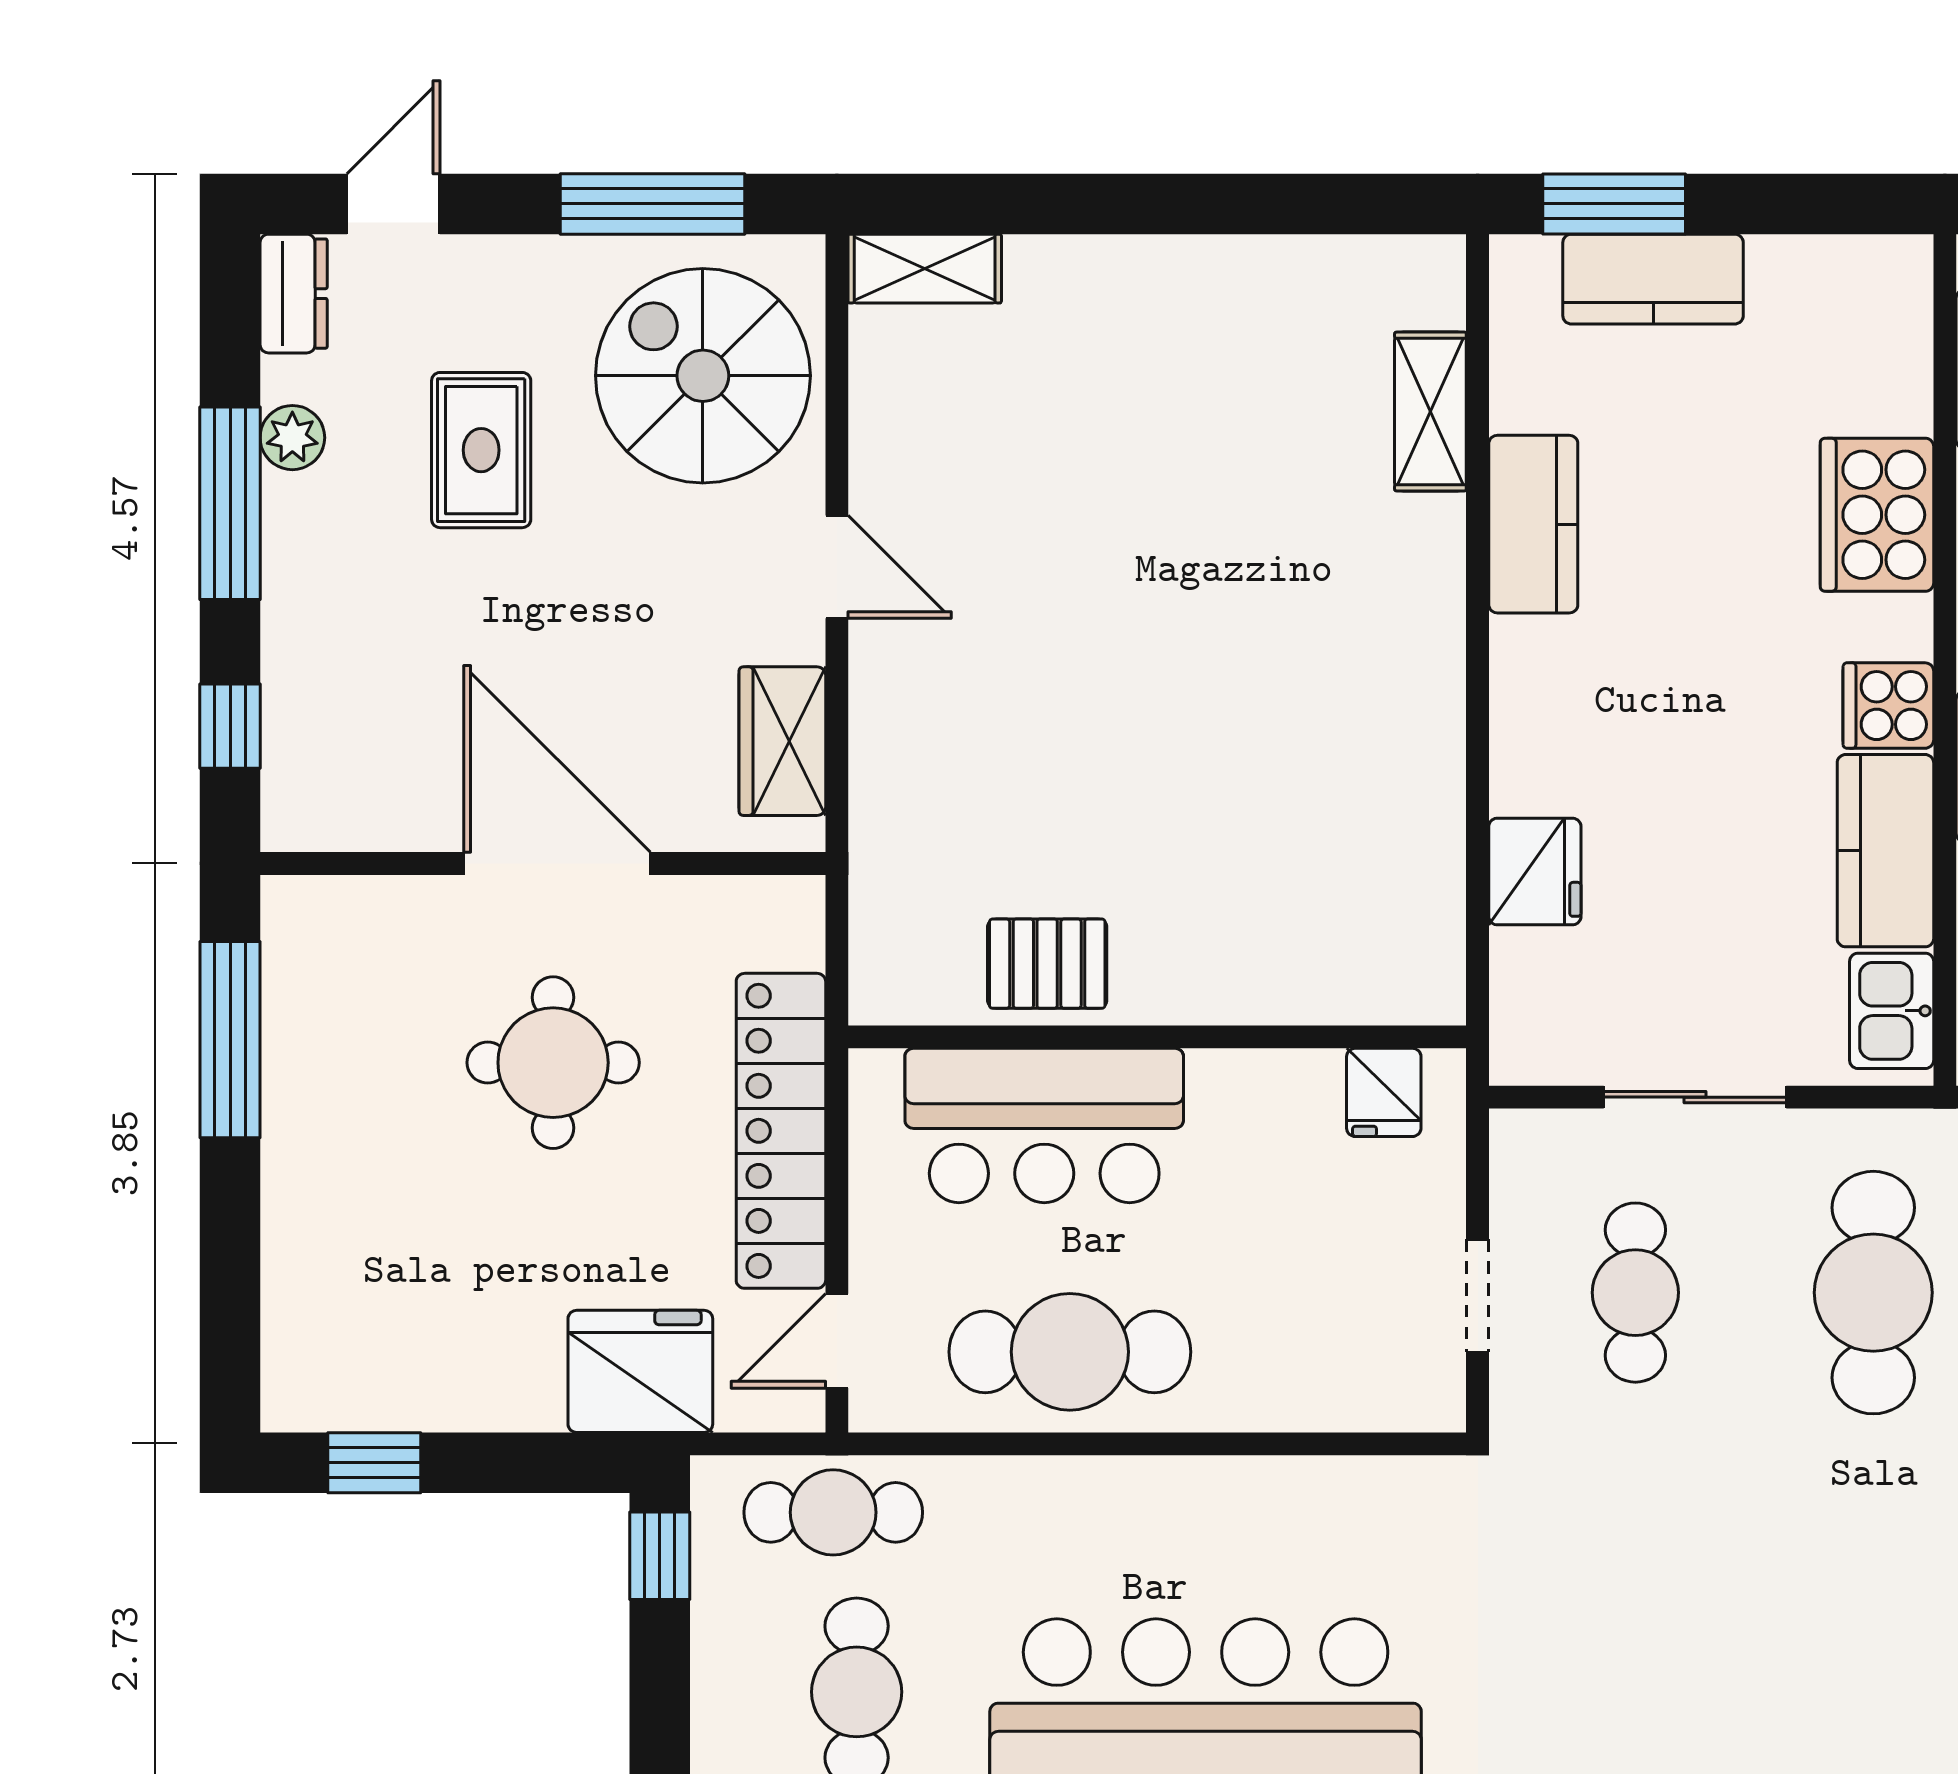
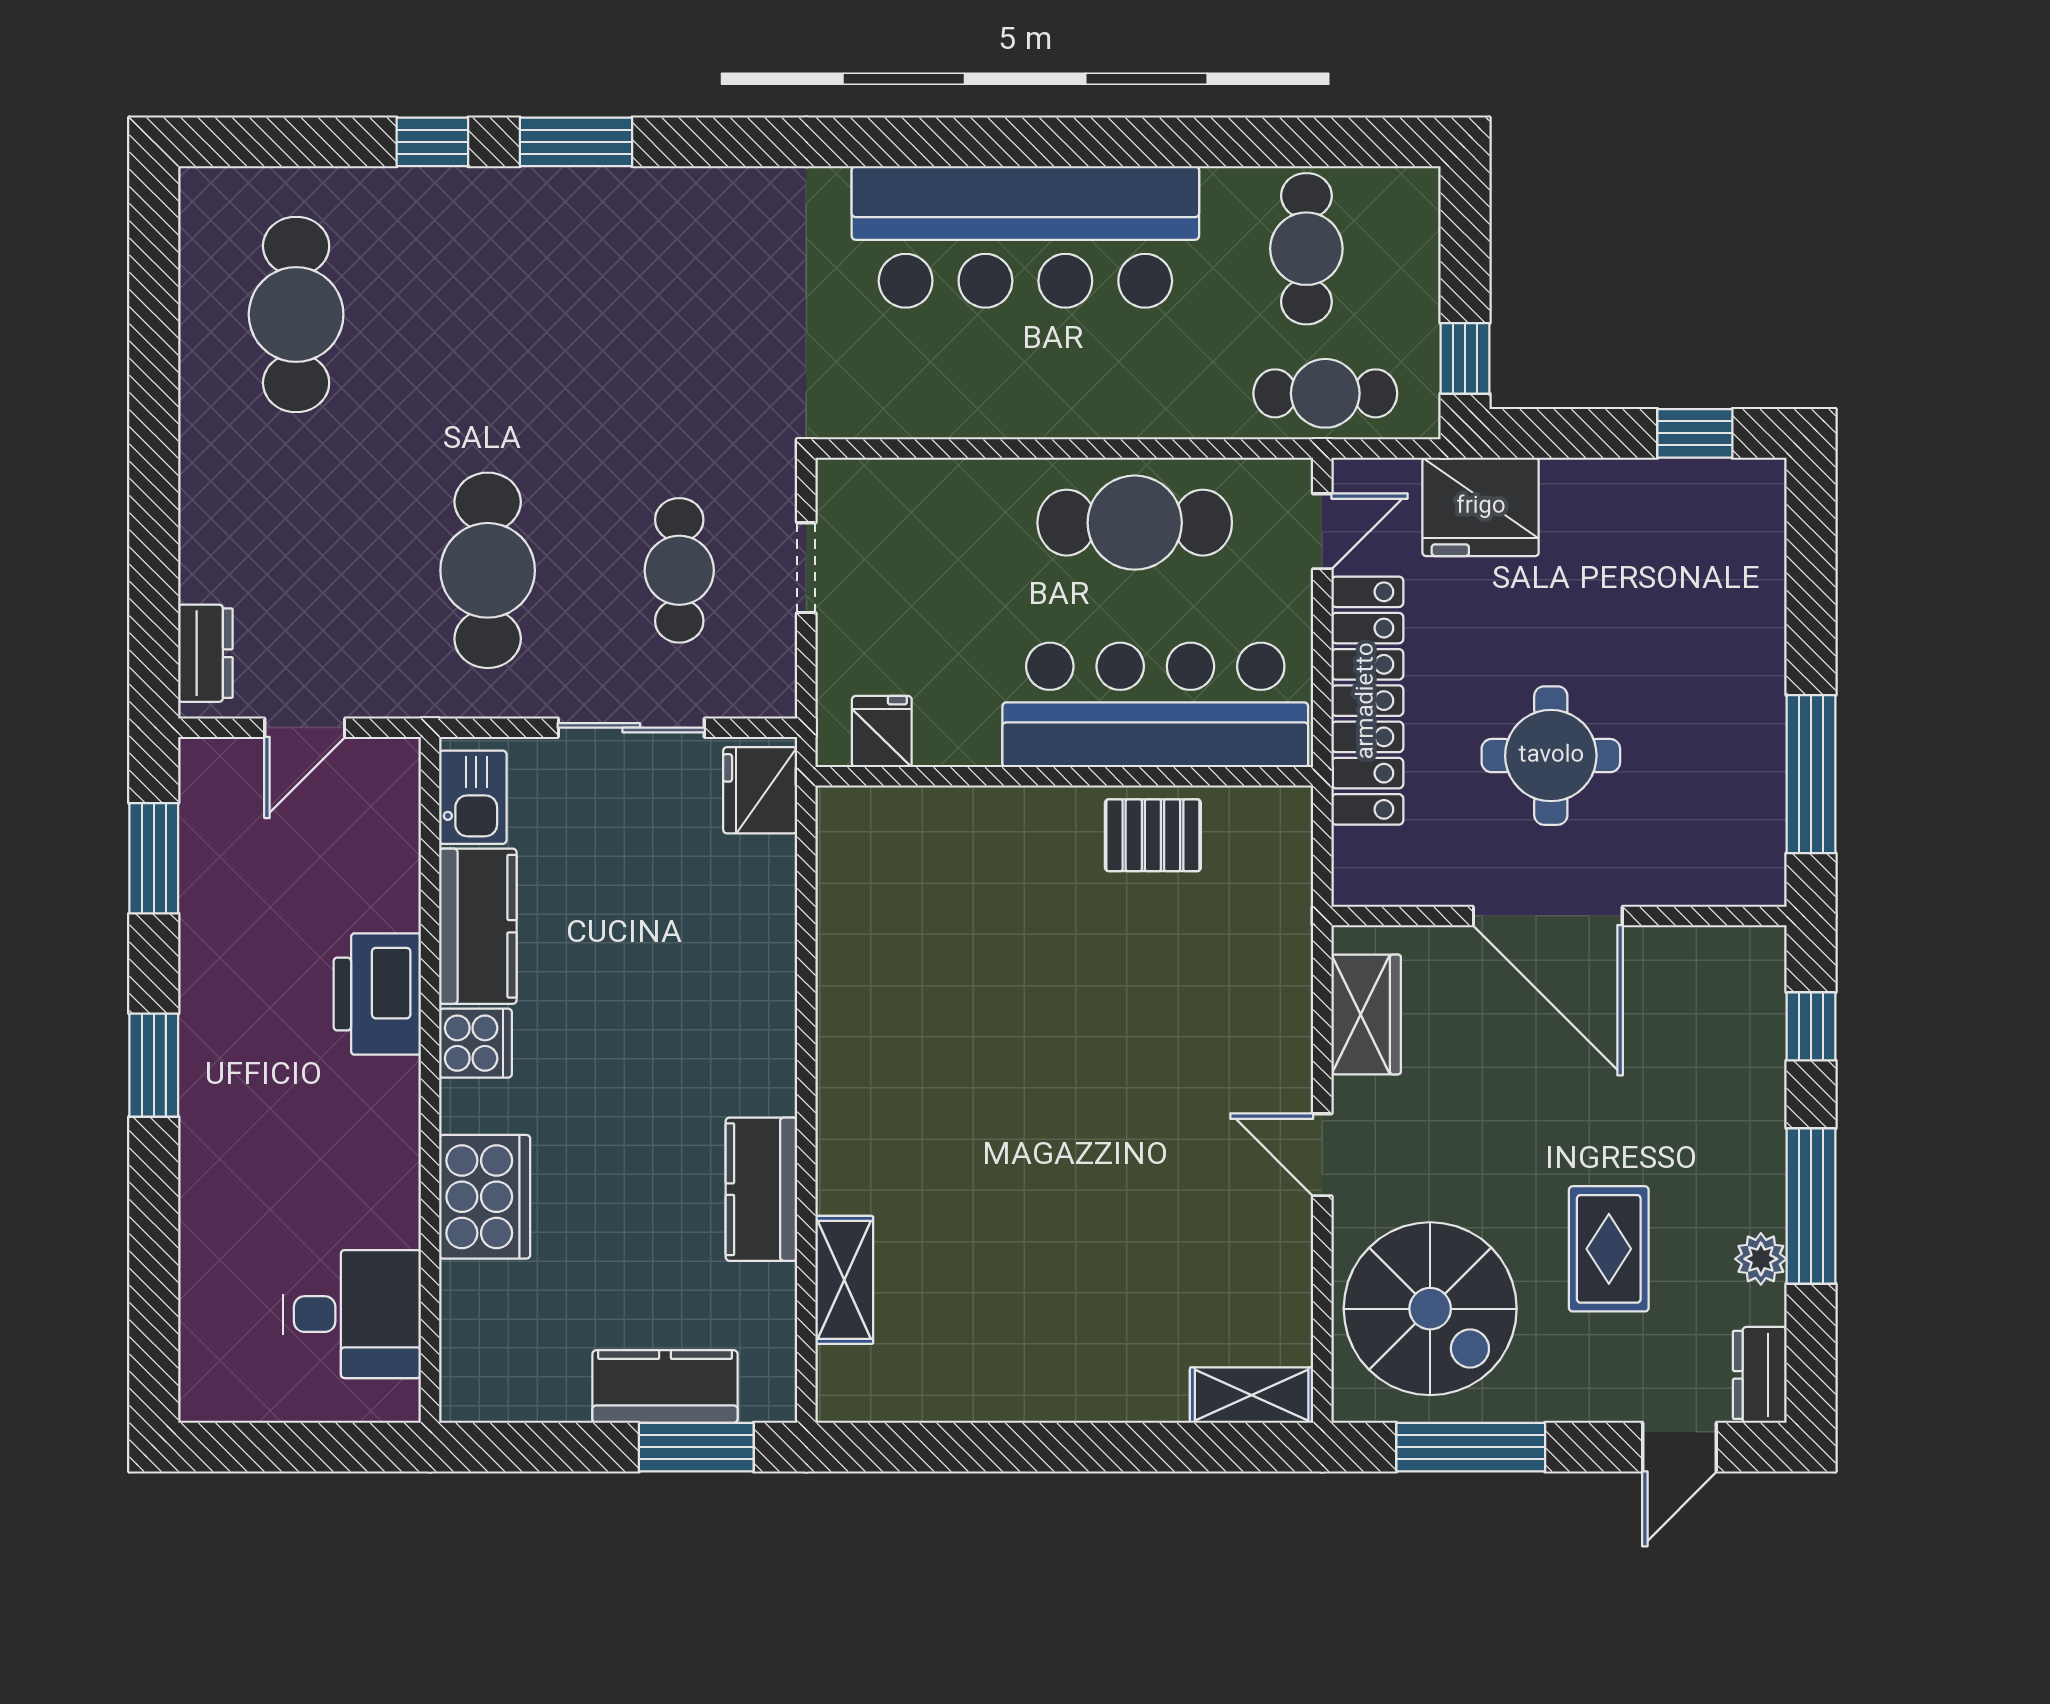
fridge: (1535, 872) -> (760, 790), moved
bar counter: (1044, 1125) -> (1155, 705), width x1.36

